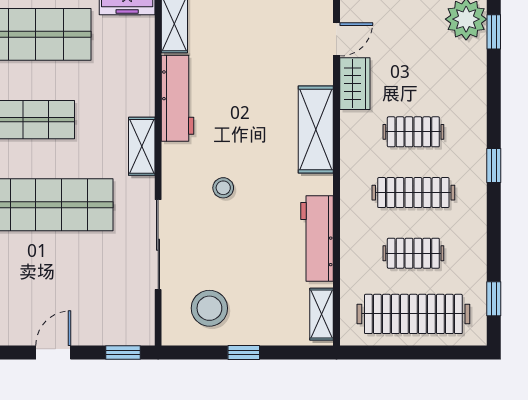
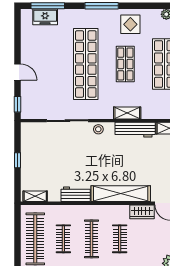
shelving: (316, 130) -> (121, 194), width x1.47
shelving: (142, 146) -> (127, 113), moved
stool: (223, 188) -> (98, 129), moved
workbench: (317, 238) -> (76, 194), width x0.73
stool: (209, 308) -> (38, 144), removed

